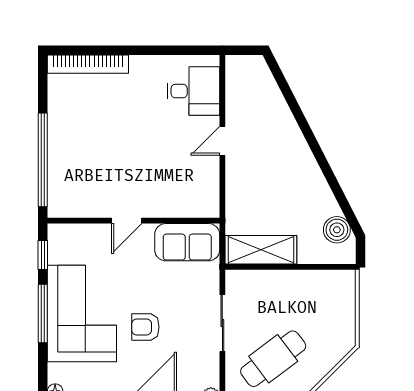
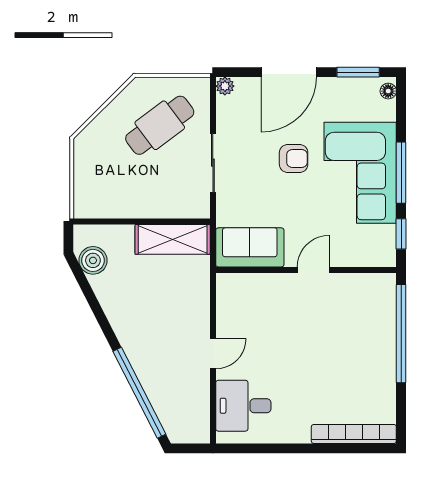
window: (293, 103) -> (139, 393), added

